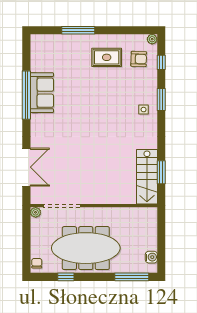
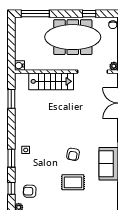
rug: (107, 57) -> (73, 182), moved
armchair: (86, 104) -> (73, 154), added
stairs: (147, 177) -> (51, 81), moved, turned 90
water cooler: (151, 257) -> (19, 66), moved

